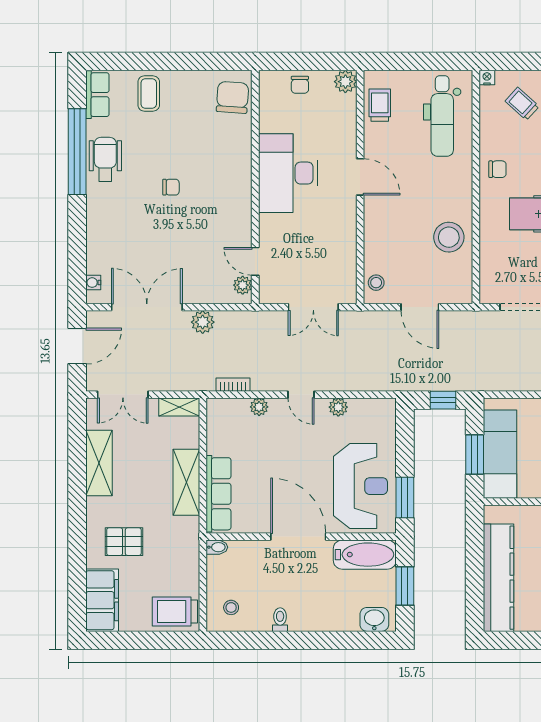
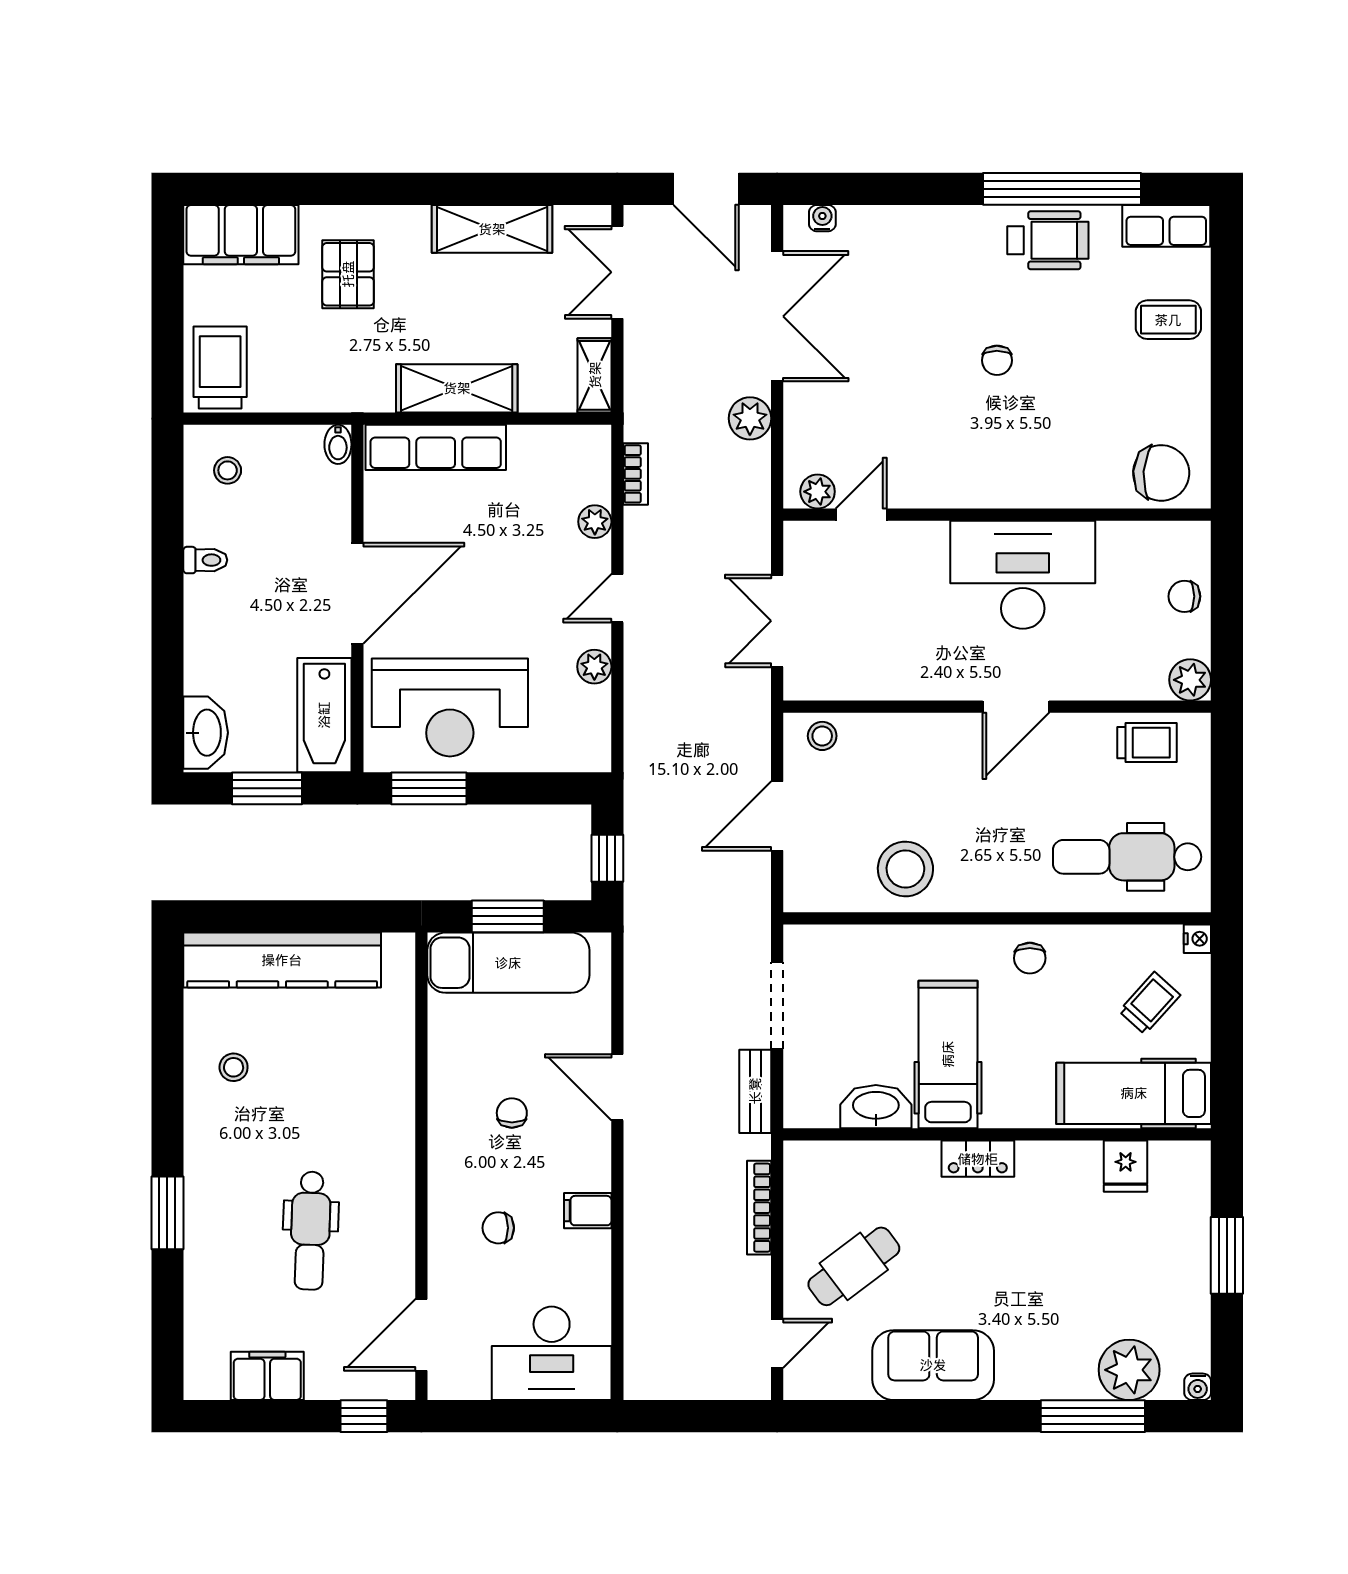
washbasin: (374, 619) -> (206, 733), width x1.38

